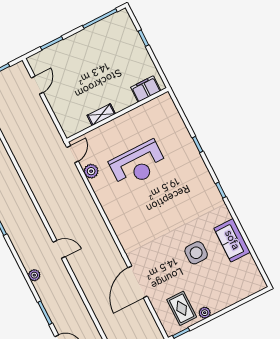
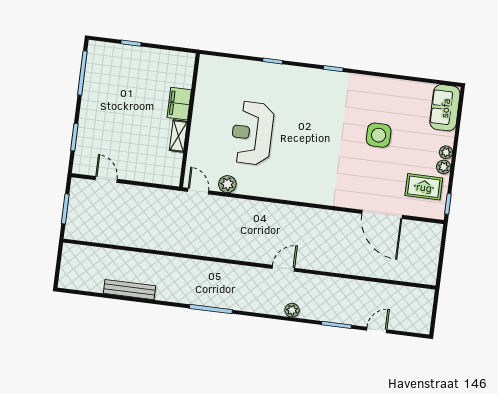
filing cabinet: (146, 89) -> (179, 104), moved
reception desk: (138, 164) -> (252, 133), turned 180
sofa: (232, 240) -> (445, 108), moved, turned 90
door: (138, 282) -> (382, 214), moved
plant: (216, 307) -> (446, 152), added

